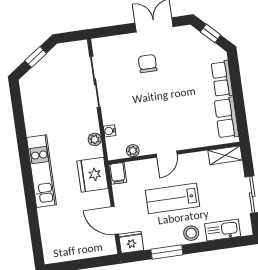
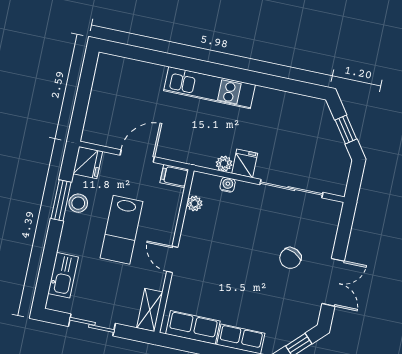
chair: (148, 64) -> (290, 258), turned 115
door: (167, 154) -> (172, 259), moved
fridge: (93, 175) -> (245, 163), moved, width x0.53, depth x0.75
lab bench: (172, 198) -> (121, 230), turned 180
door: (115, 220) -> (137, 156), moved
stool: (191, 233) -> (78, 203), moved

